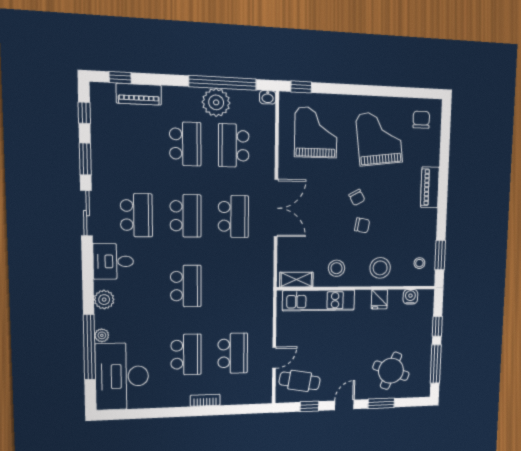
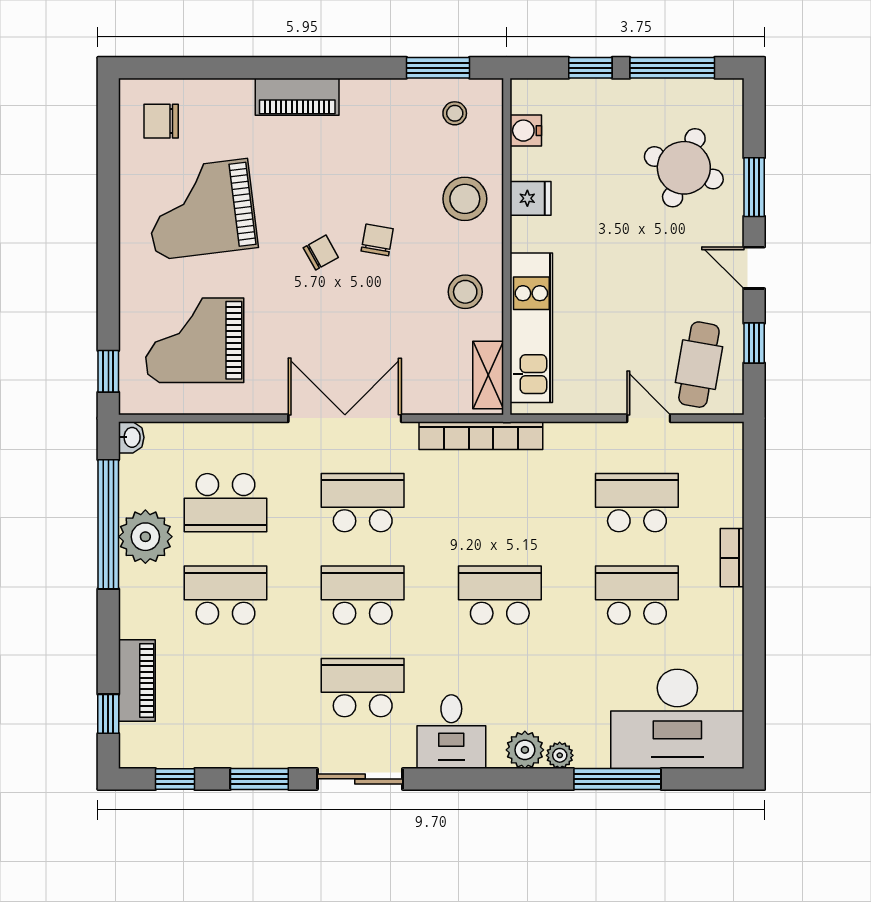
bookcase: (267, 276) -> (481, 436), added
plant: (102, 335) -> (560, 755), moved
window: (89, 347) -> (617, 779), width x0.68

